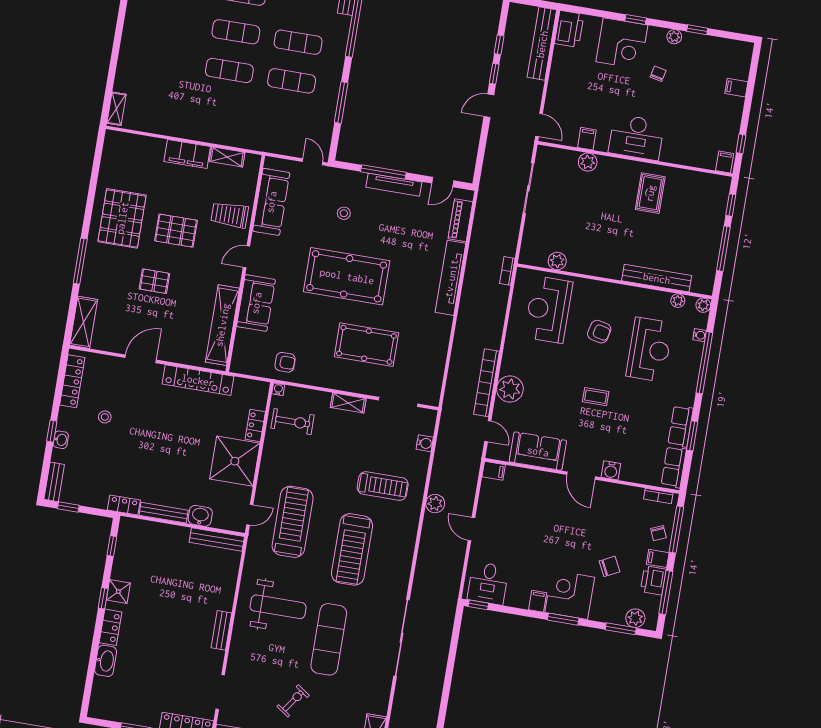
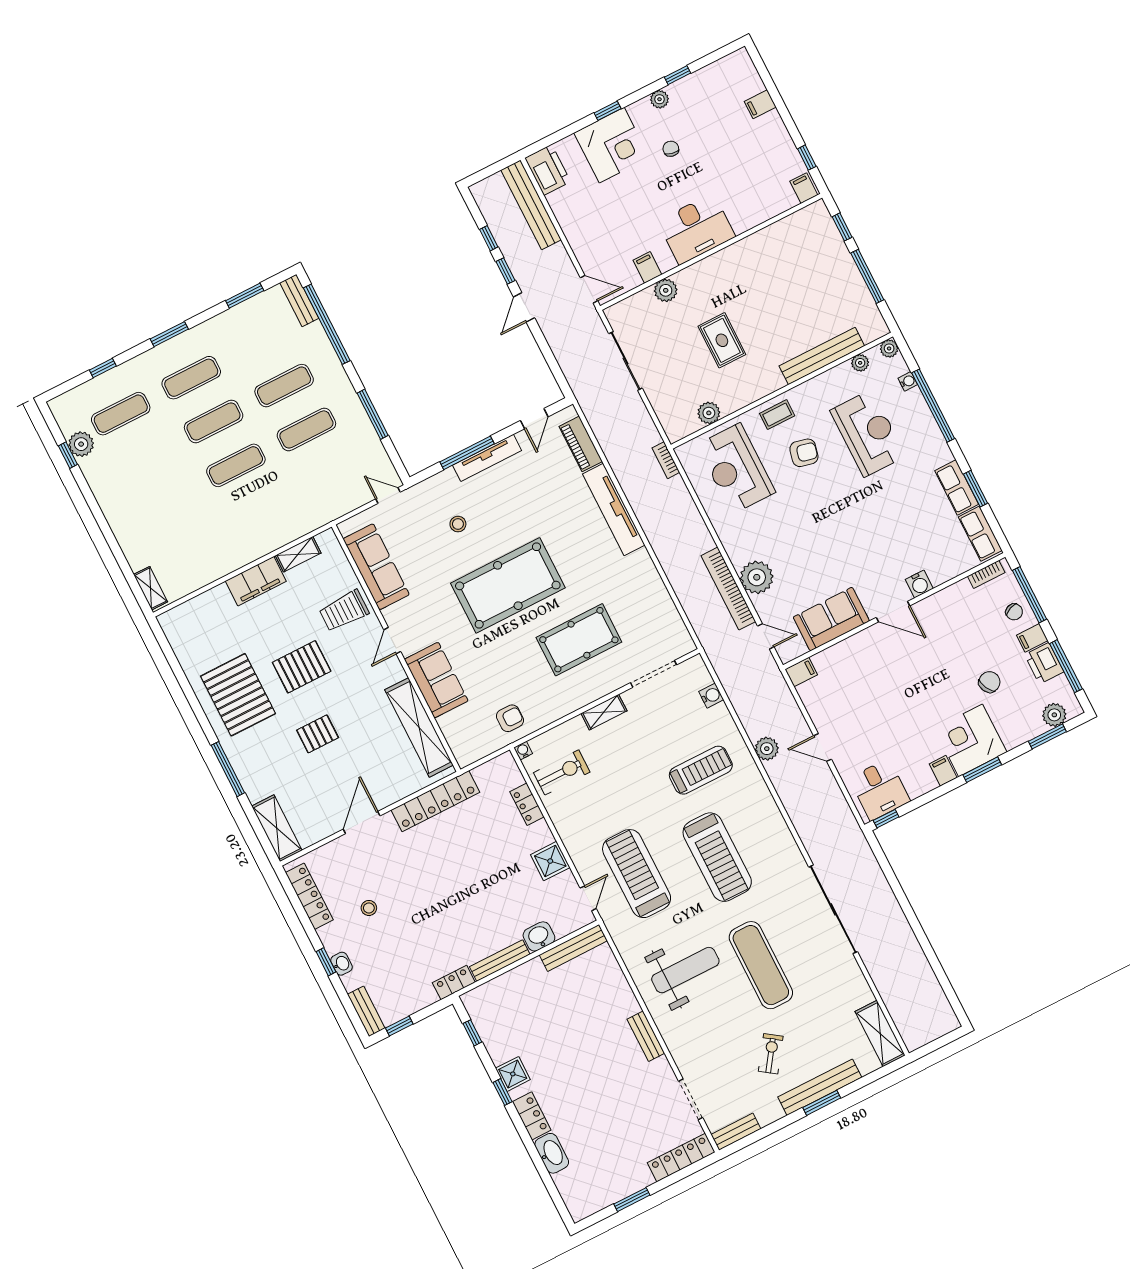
rug: (650, 193) -> (722, 340), moved
coffee table: (596, 397) -> (777, 415), moved
shower: (235, 461) -> (550, 861), width x0.54, depth x0.54

